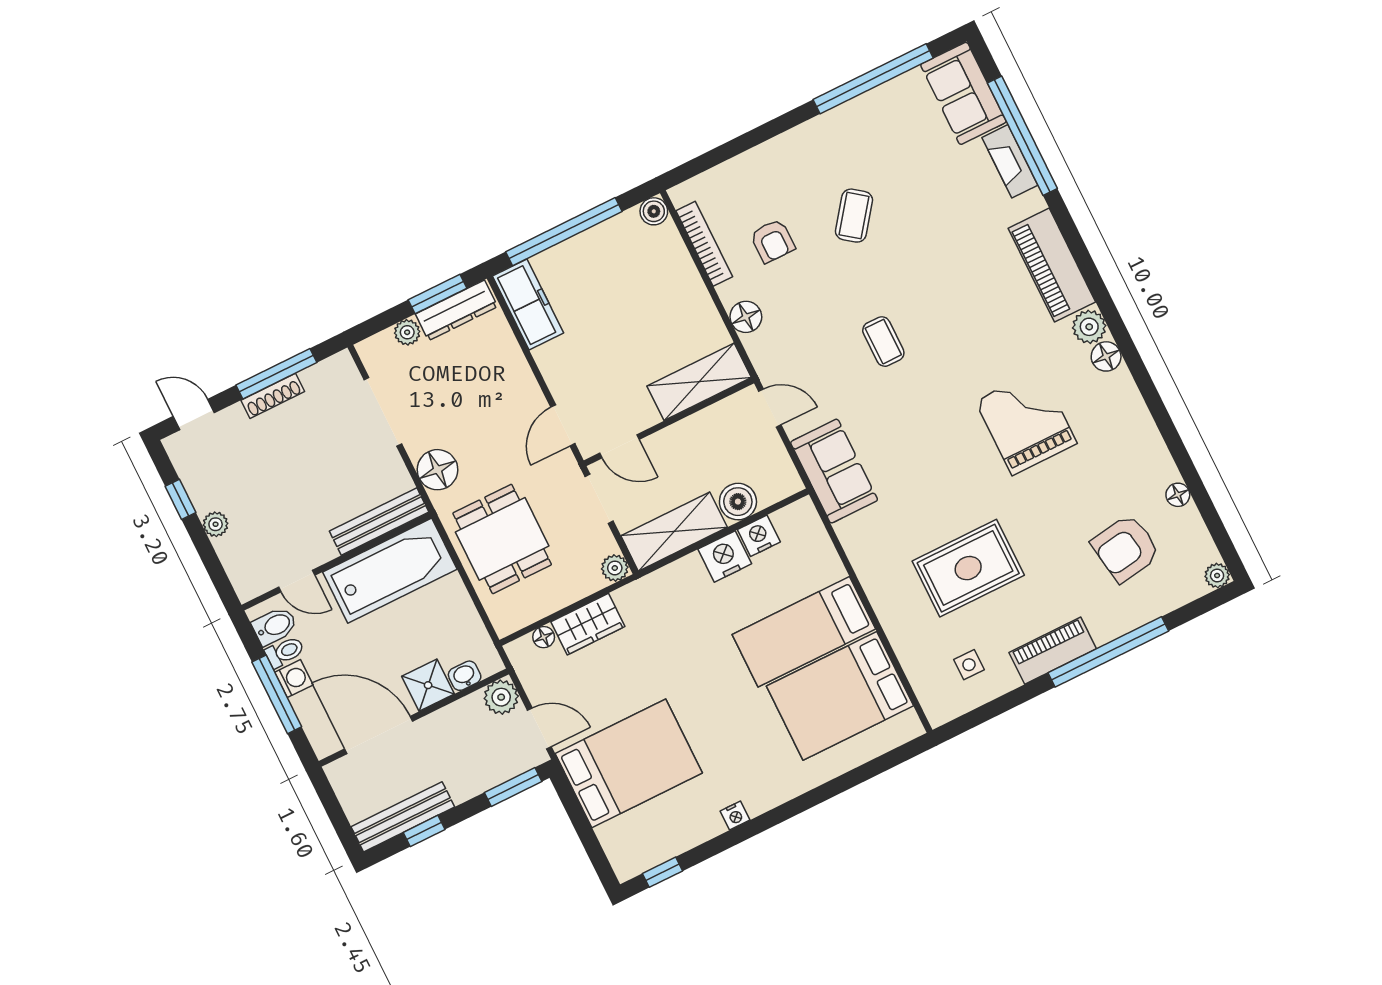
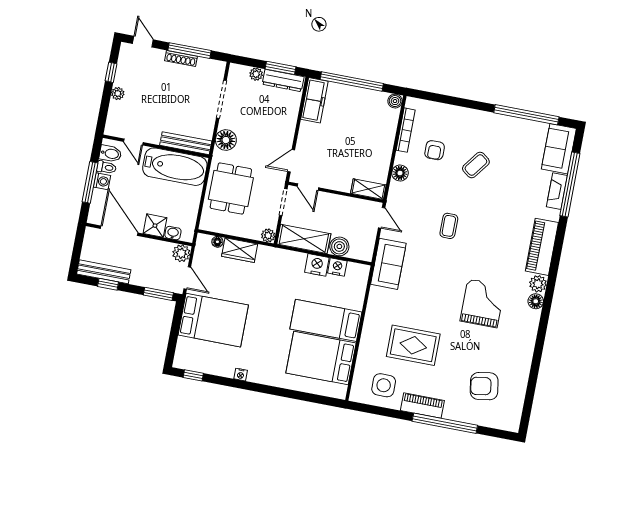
shelving: (699, 382) -> (368, 189), width x0.67, depth x0.75
floor lamp: (1178, 495) -> (522, 380), removed
plant: (1217, 576) -> (513, 426), removed
side table: (969, 665) -> (384, 385), width x1.87, depth x1.87

